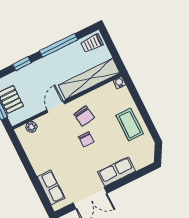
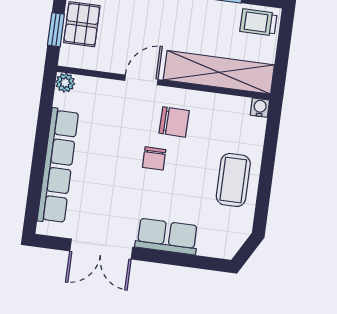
chair: (84, 116) -> (174, 122), turned -80
plant: (31, 127) -> (65, 83), moved
row of seats: (51, 187) -> (58, 166), width x2.02

